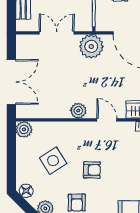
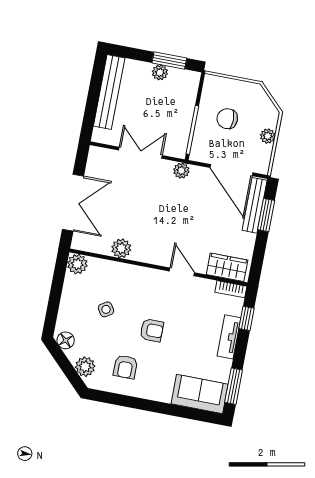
plant: (91, 46) -> (181, 171), width x0.53, depth x0.53
plant: (78, 111) -> (121, 248), moved
side table: (53, 161) -> (106, 309), width x0.54, depth x0.54

